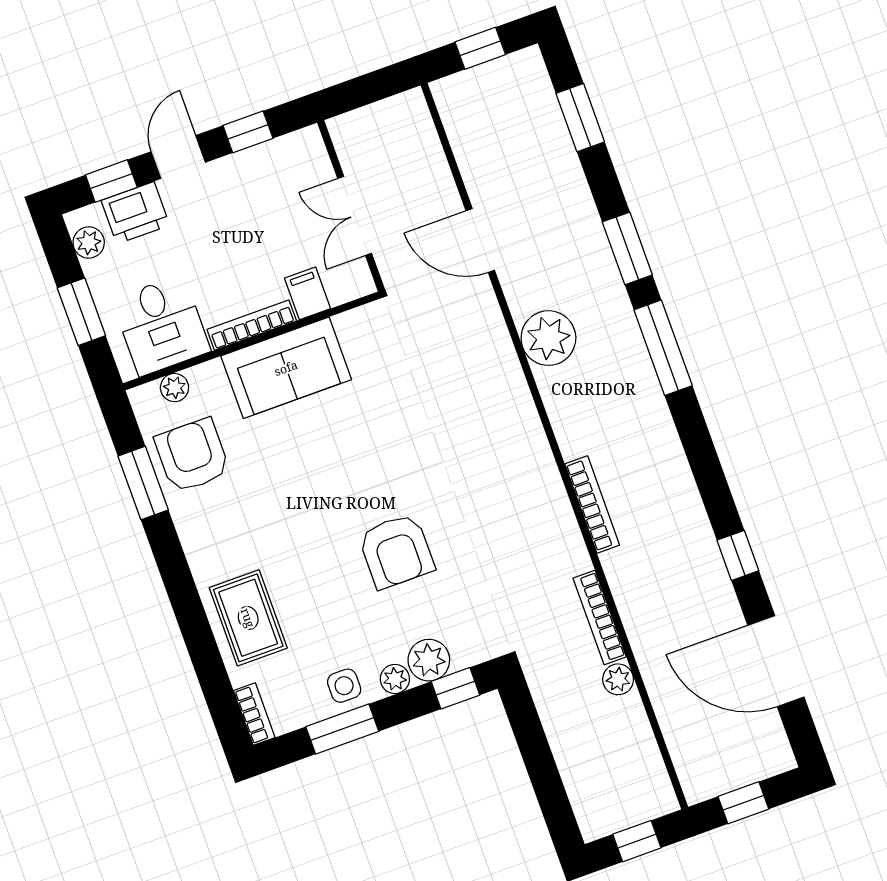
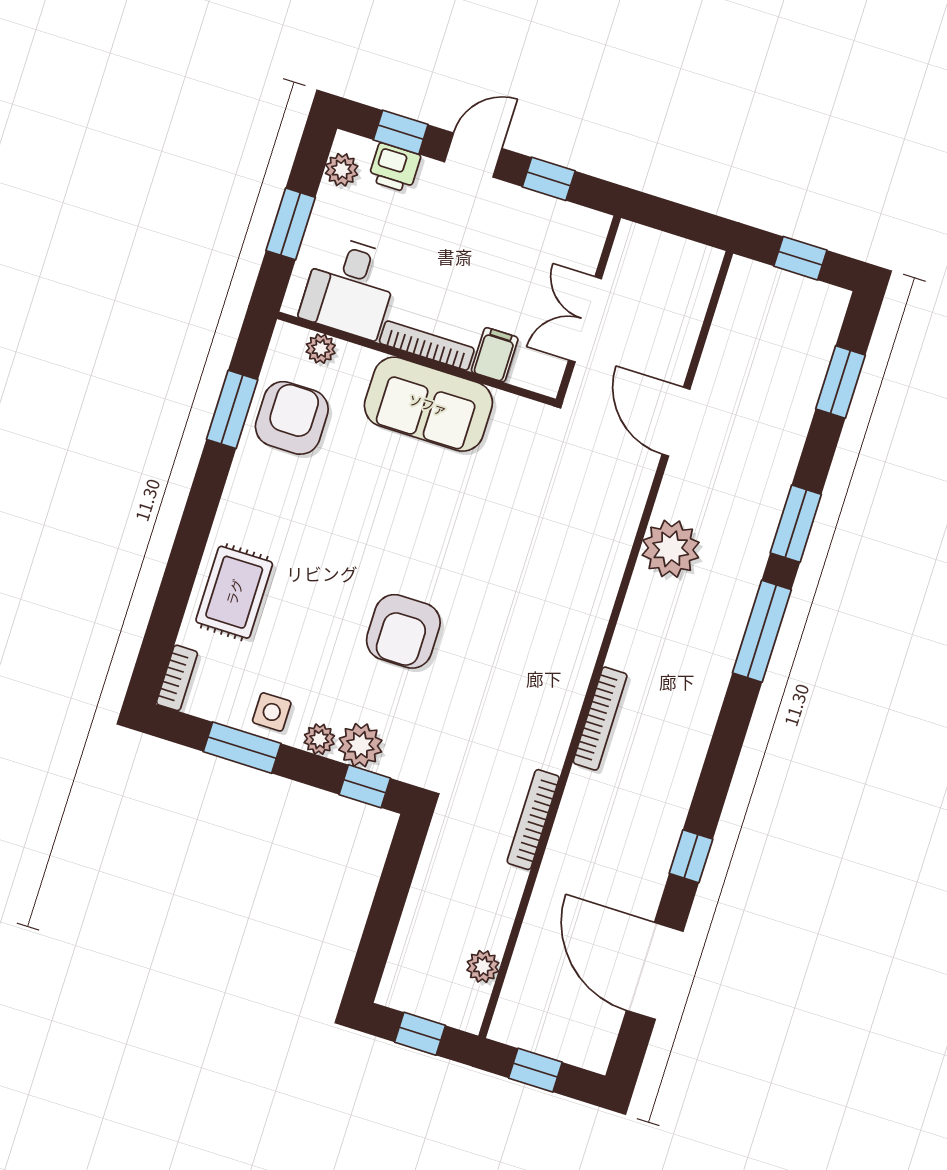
printer: (135, 213) -> (394, 168), width x0.73, depth x0.81
plant: (618, 679) -> (483, 966), moved

